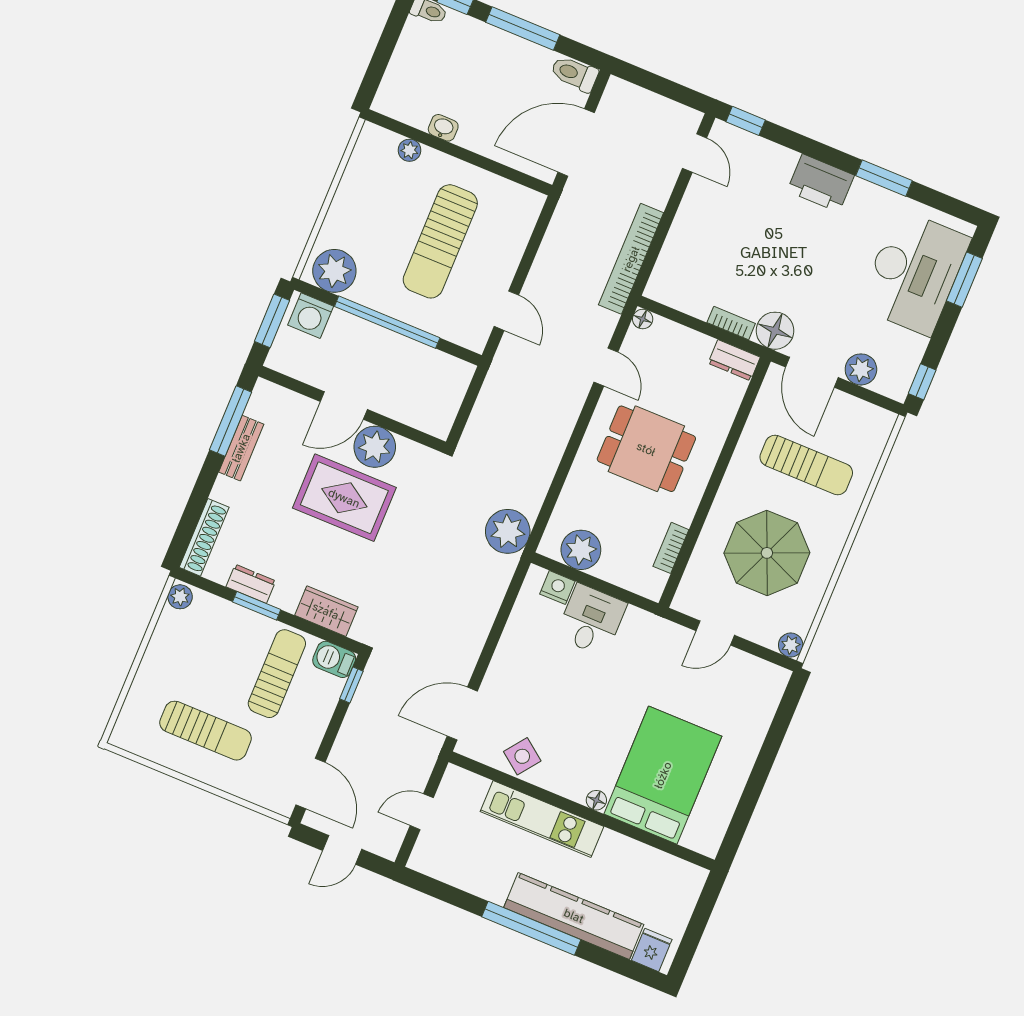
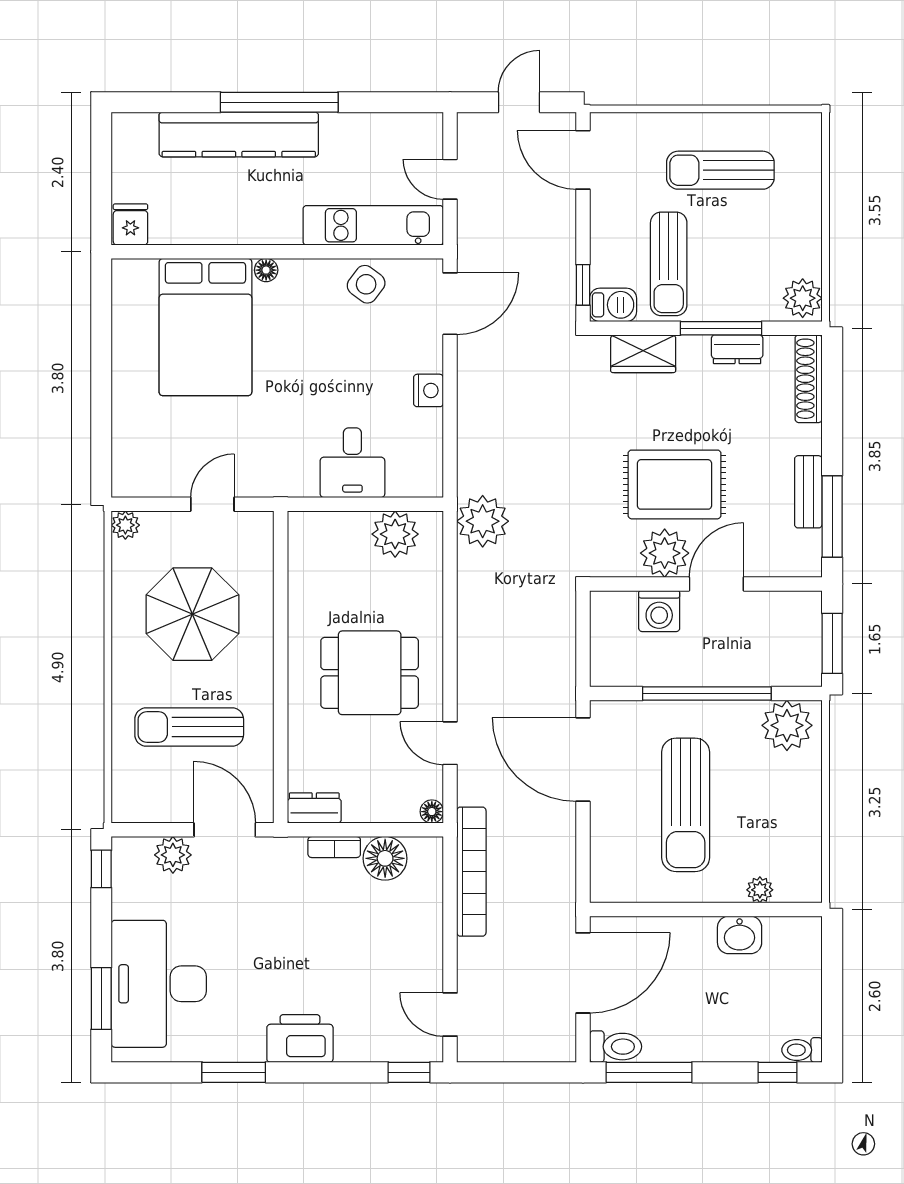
window: (523, 28) -> (649, 1072), moved
washbasin: (443, 128) -> (740, 935), width x1.38, depth x1.45
sun lounger: (440, 241) -> (686, 805), turned 180
door: (506, 311) -> (583, 760), width x1.88
washing machine: (311, 316) -> (659, 611), moved, turned 180
floor lamp: (775, 331) -> (385, 858), moved
bookcase: (671, 548) -> (298, 576), removed
nightstand: (557, 588) -> (428, 390), moved, turned -90
plant: (180, 597) -> (803, 298), width x1.38, depth x1.38
window: (257, 606) -> (721, 328), width x1.44
door: (422, 812) -> (450, 179), swing flipped
kitchen unit: (542, 819) -> (373, 225), moved
fridge: (652, 950) -> (130, 225), moved, turned 180

